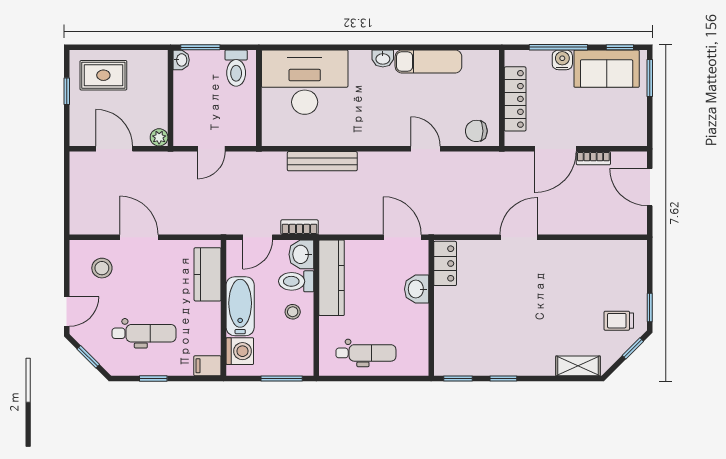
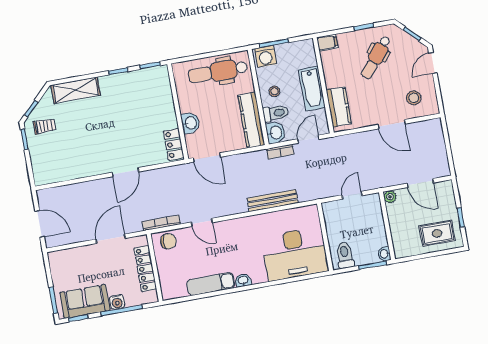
bookcase: (593, 158) -> (161, 223), moved, width x1.56
dental chair: (144, 333) -> (376, 57), turned -51
washing machine: (240, 351) -> (265, 56), moved, turned -90
dental chair: (366, 353) -> (218, 72), width x1.36, depth x1.38
shelving: (578, 366) -> (76, 90), width x1.50, depth x1.33

